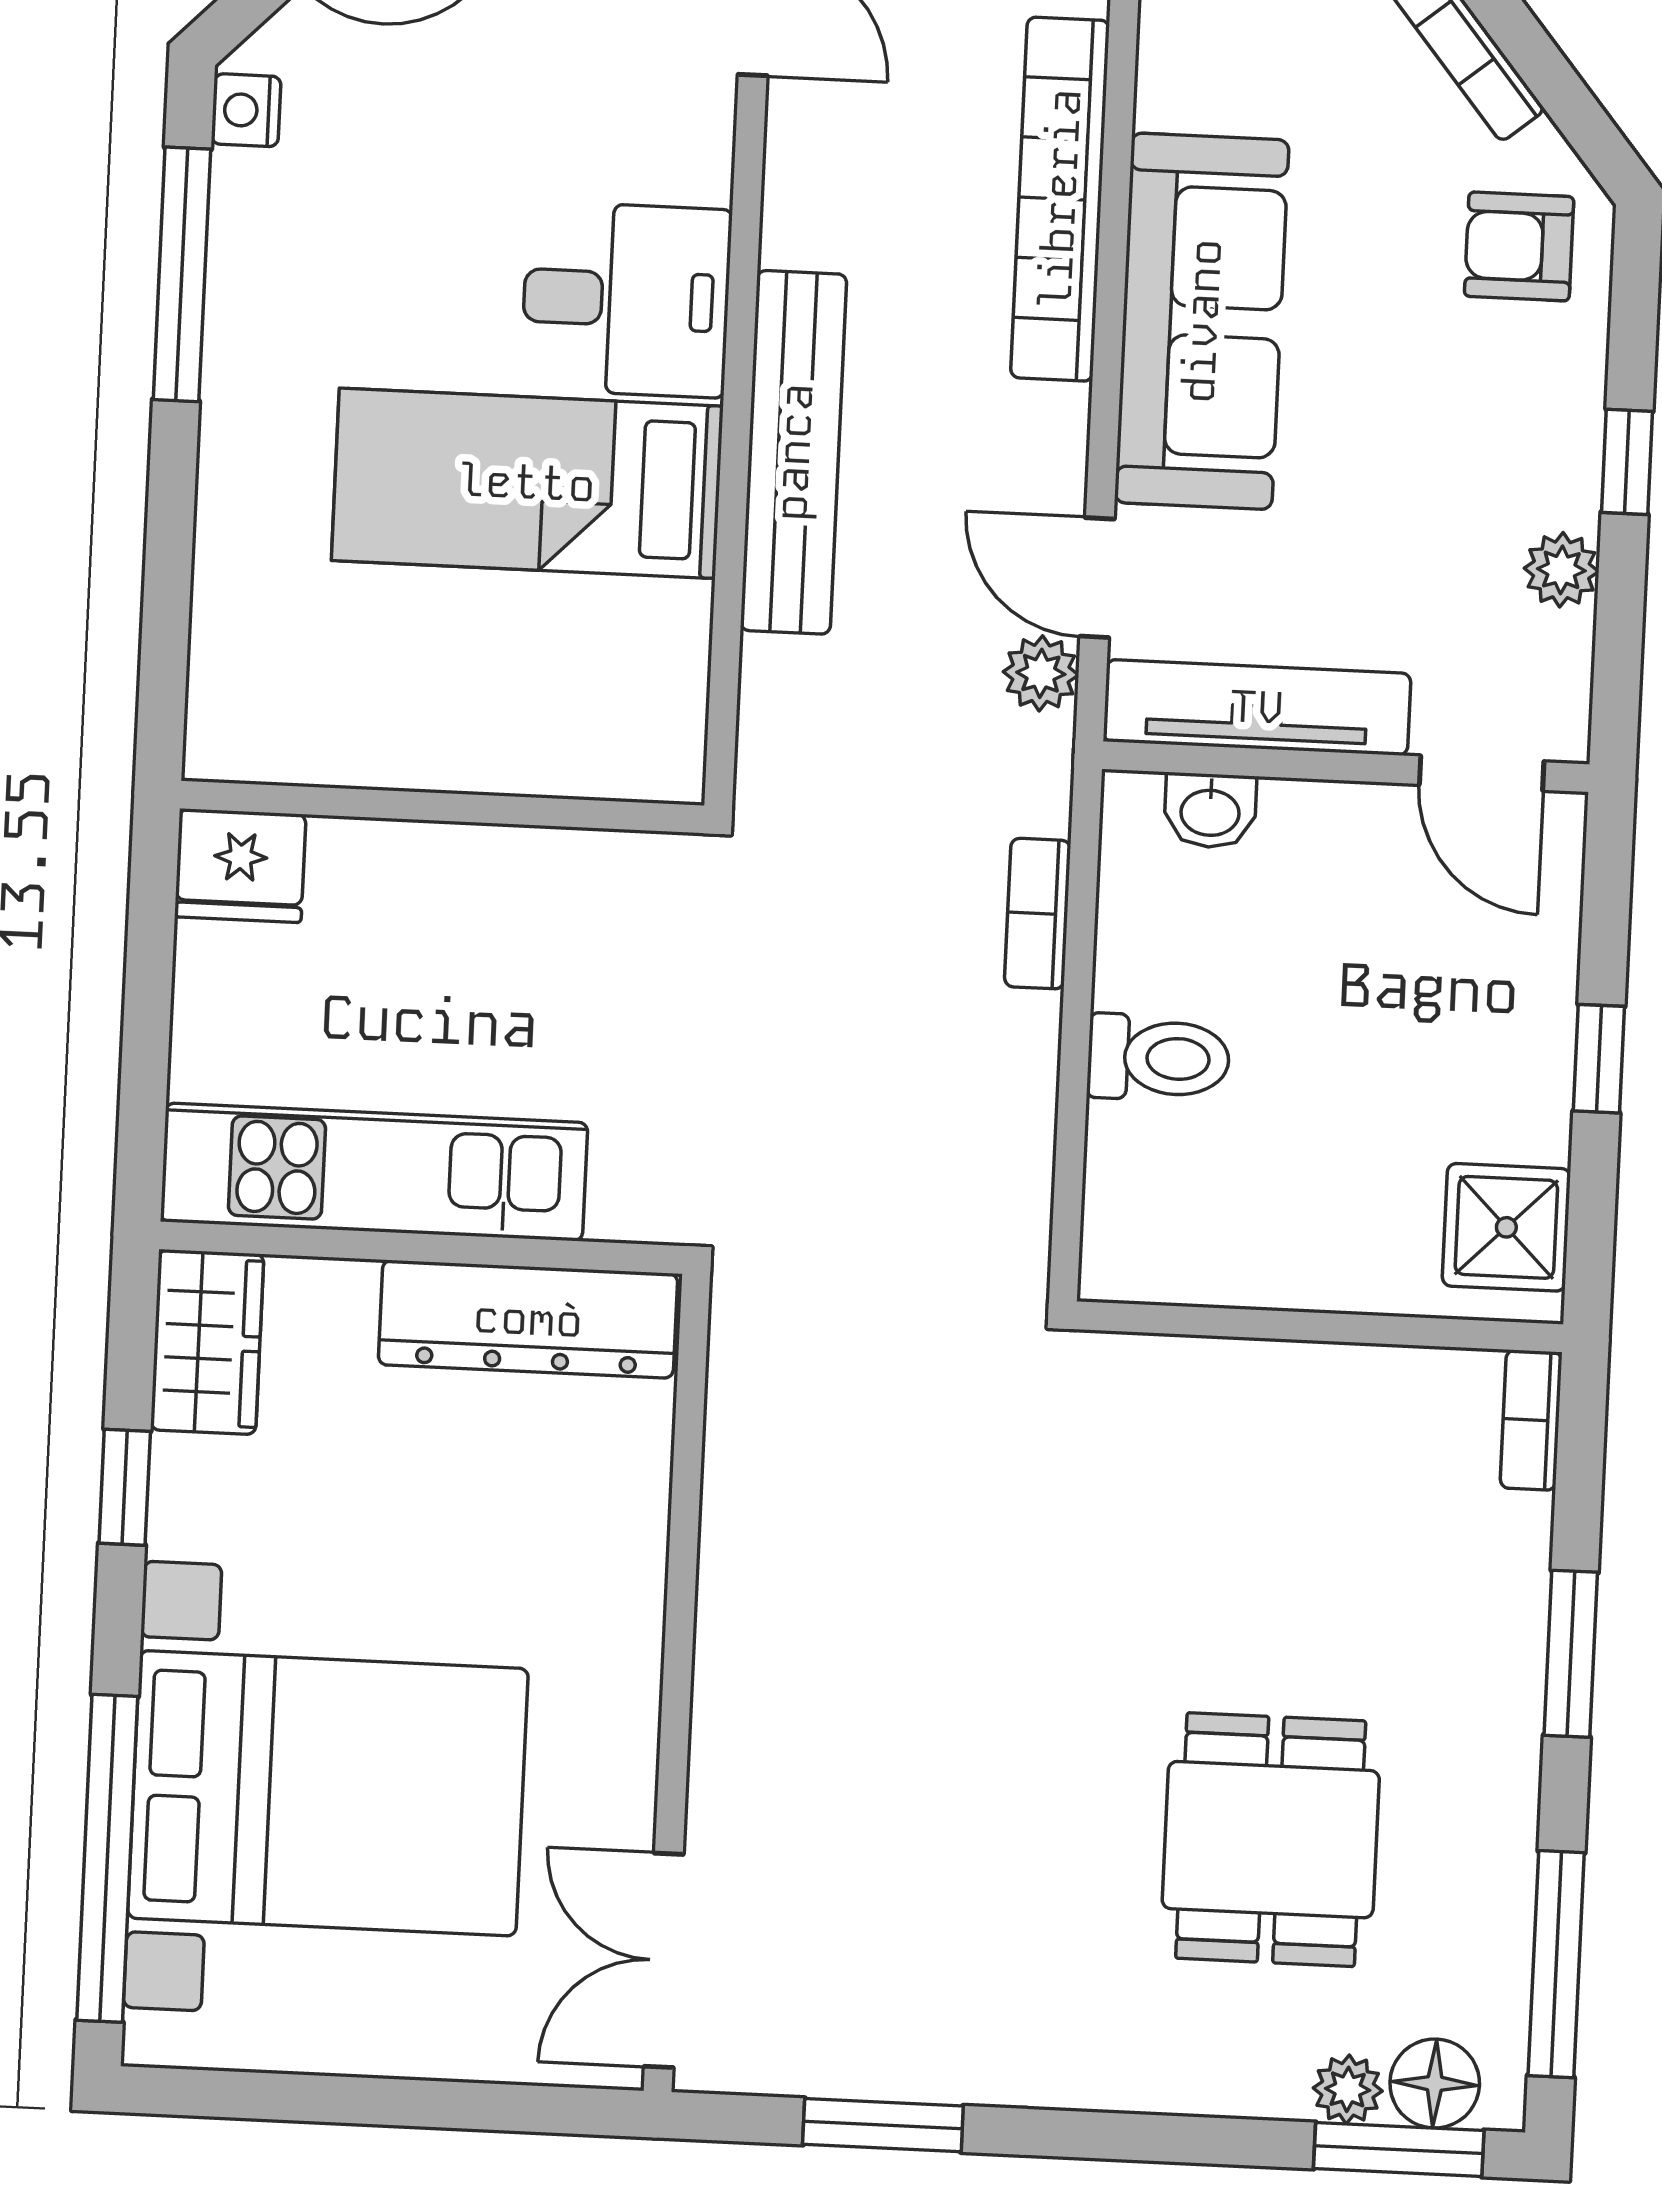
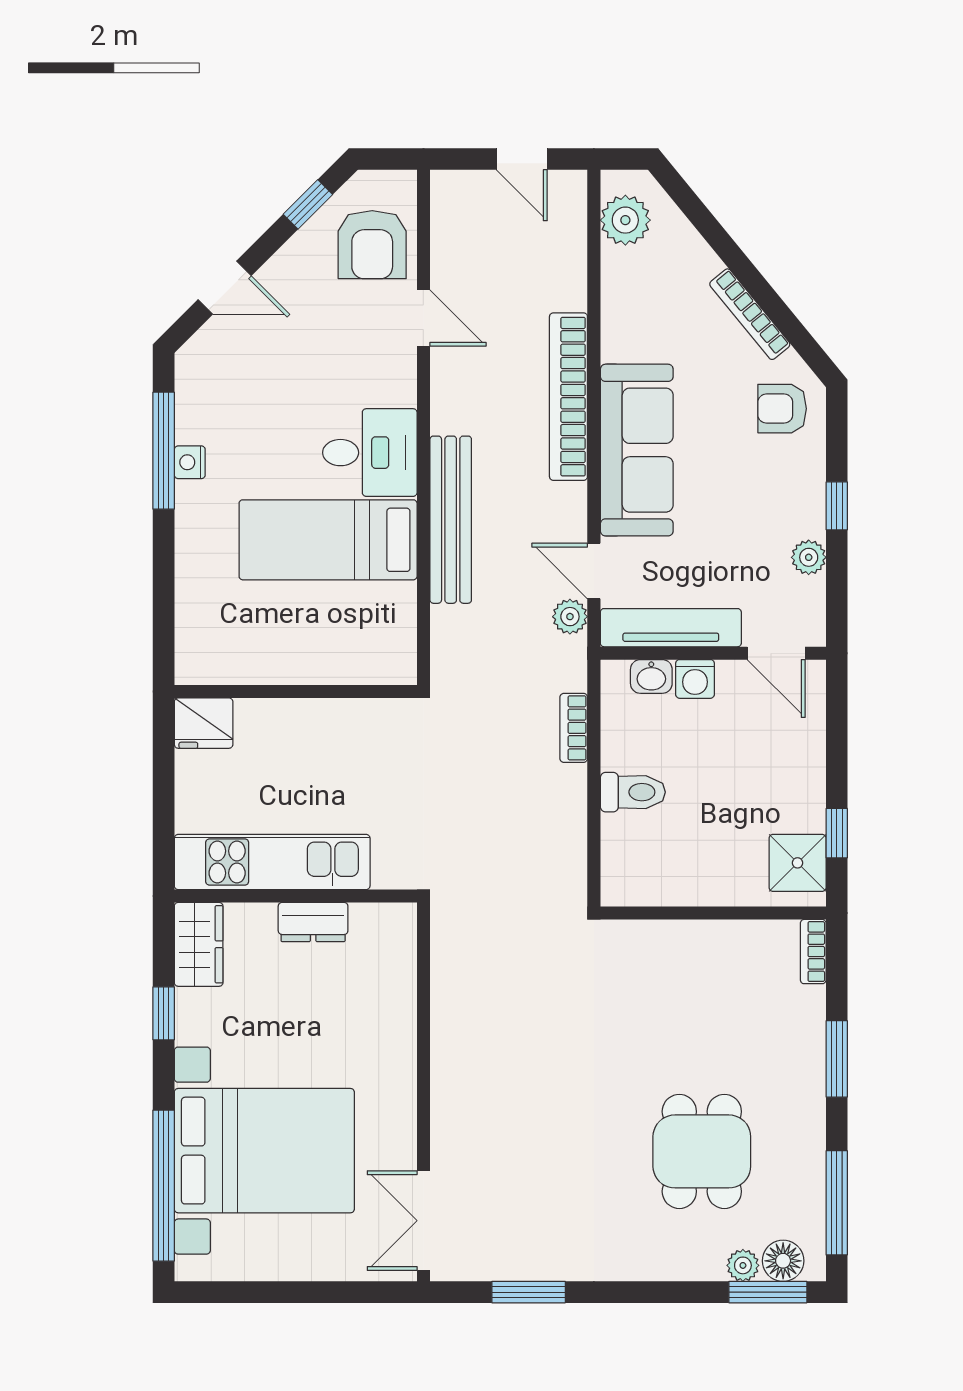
nightstand: (246, 110) -> (190, 462), moved
washing machine: (1304, 820) -> (695, 679), added
window: (1599, 1059) -> (837, 833), moved
dresser: (528, 1319) -> (313, 922), width x0.51, depth x0.80

